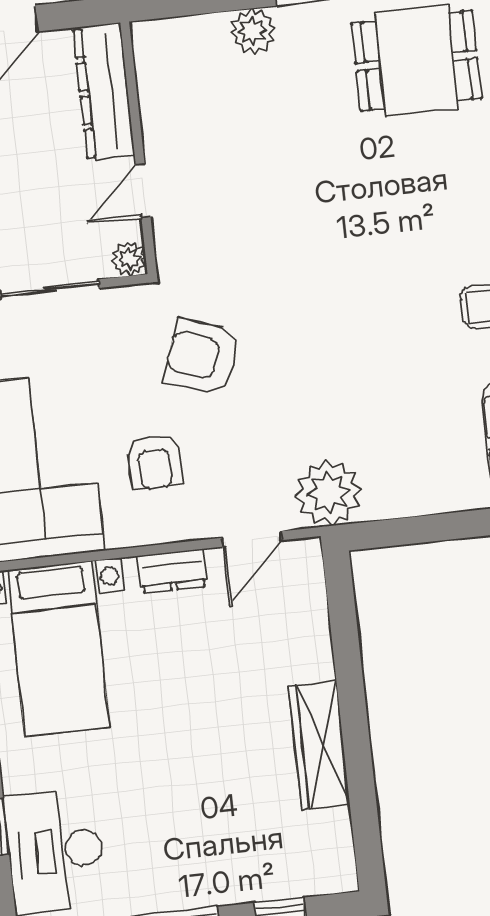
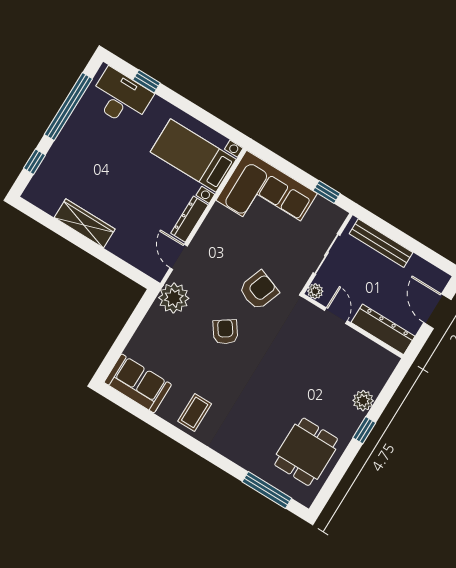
armchair: (154, 462) -> (225, 332), moved, turned 56
dresser: (172, 571) -> (189, 219), width x1.44

